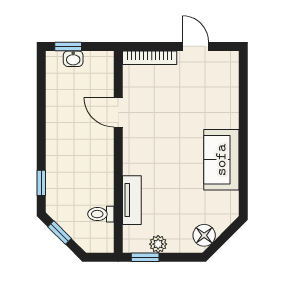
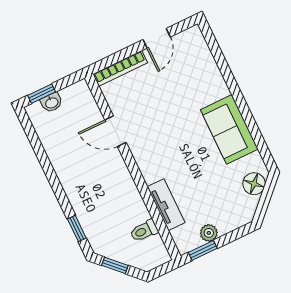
door: (195, 46) -> (157, 38), swing flipped
floor lamp: (204, 235) -> (254, 184), moved

